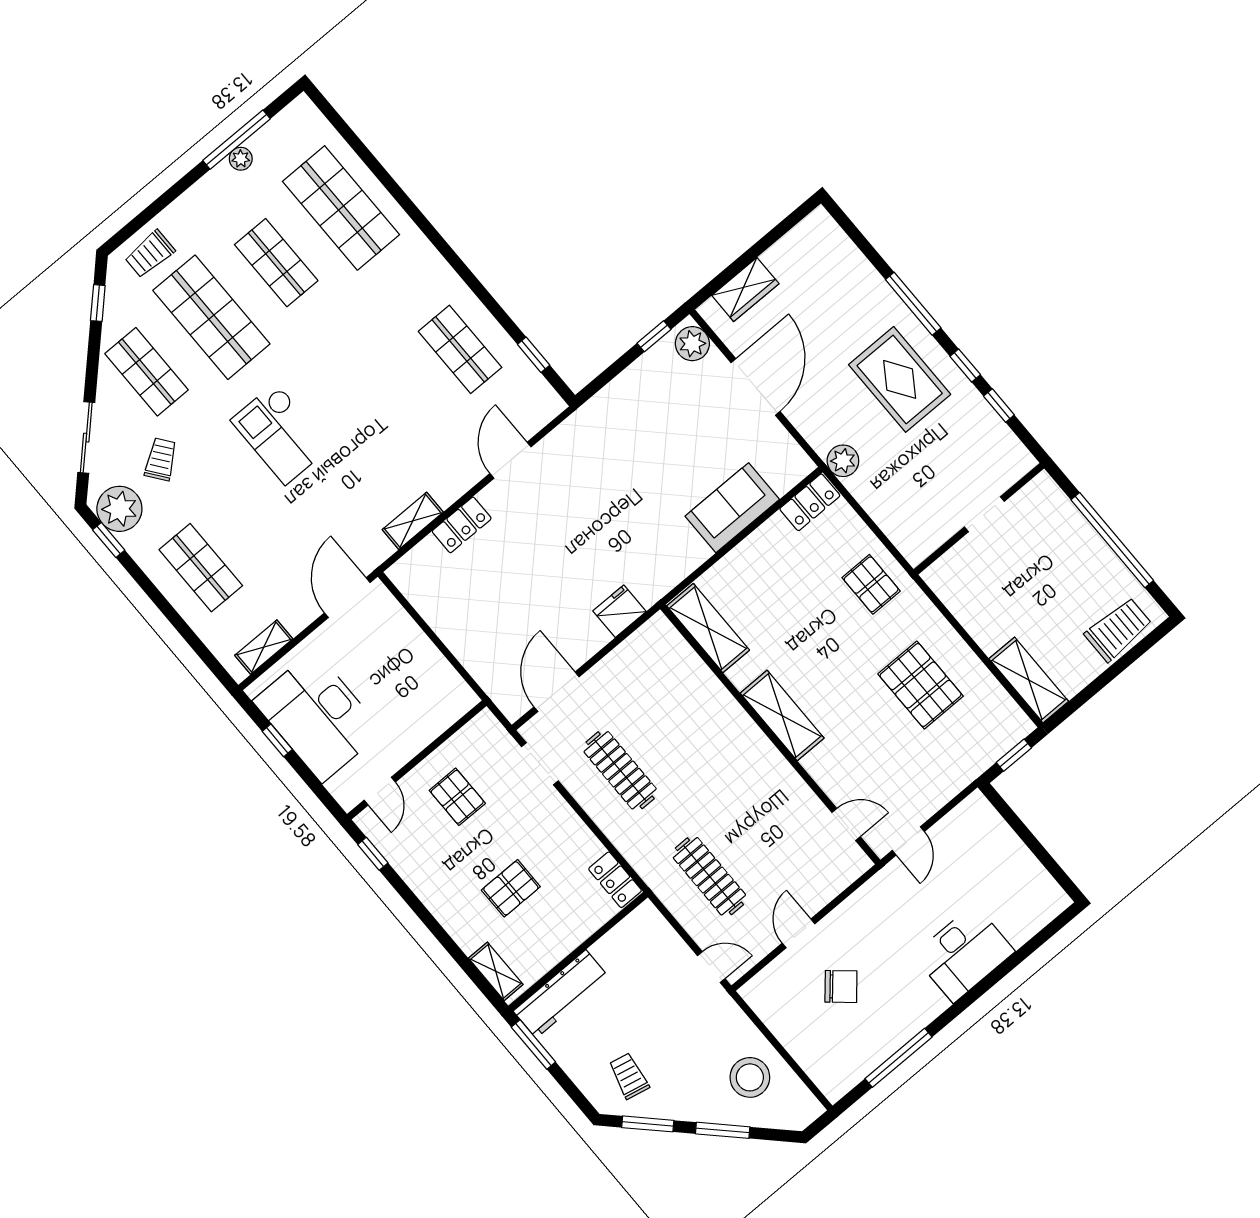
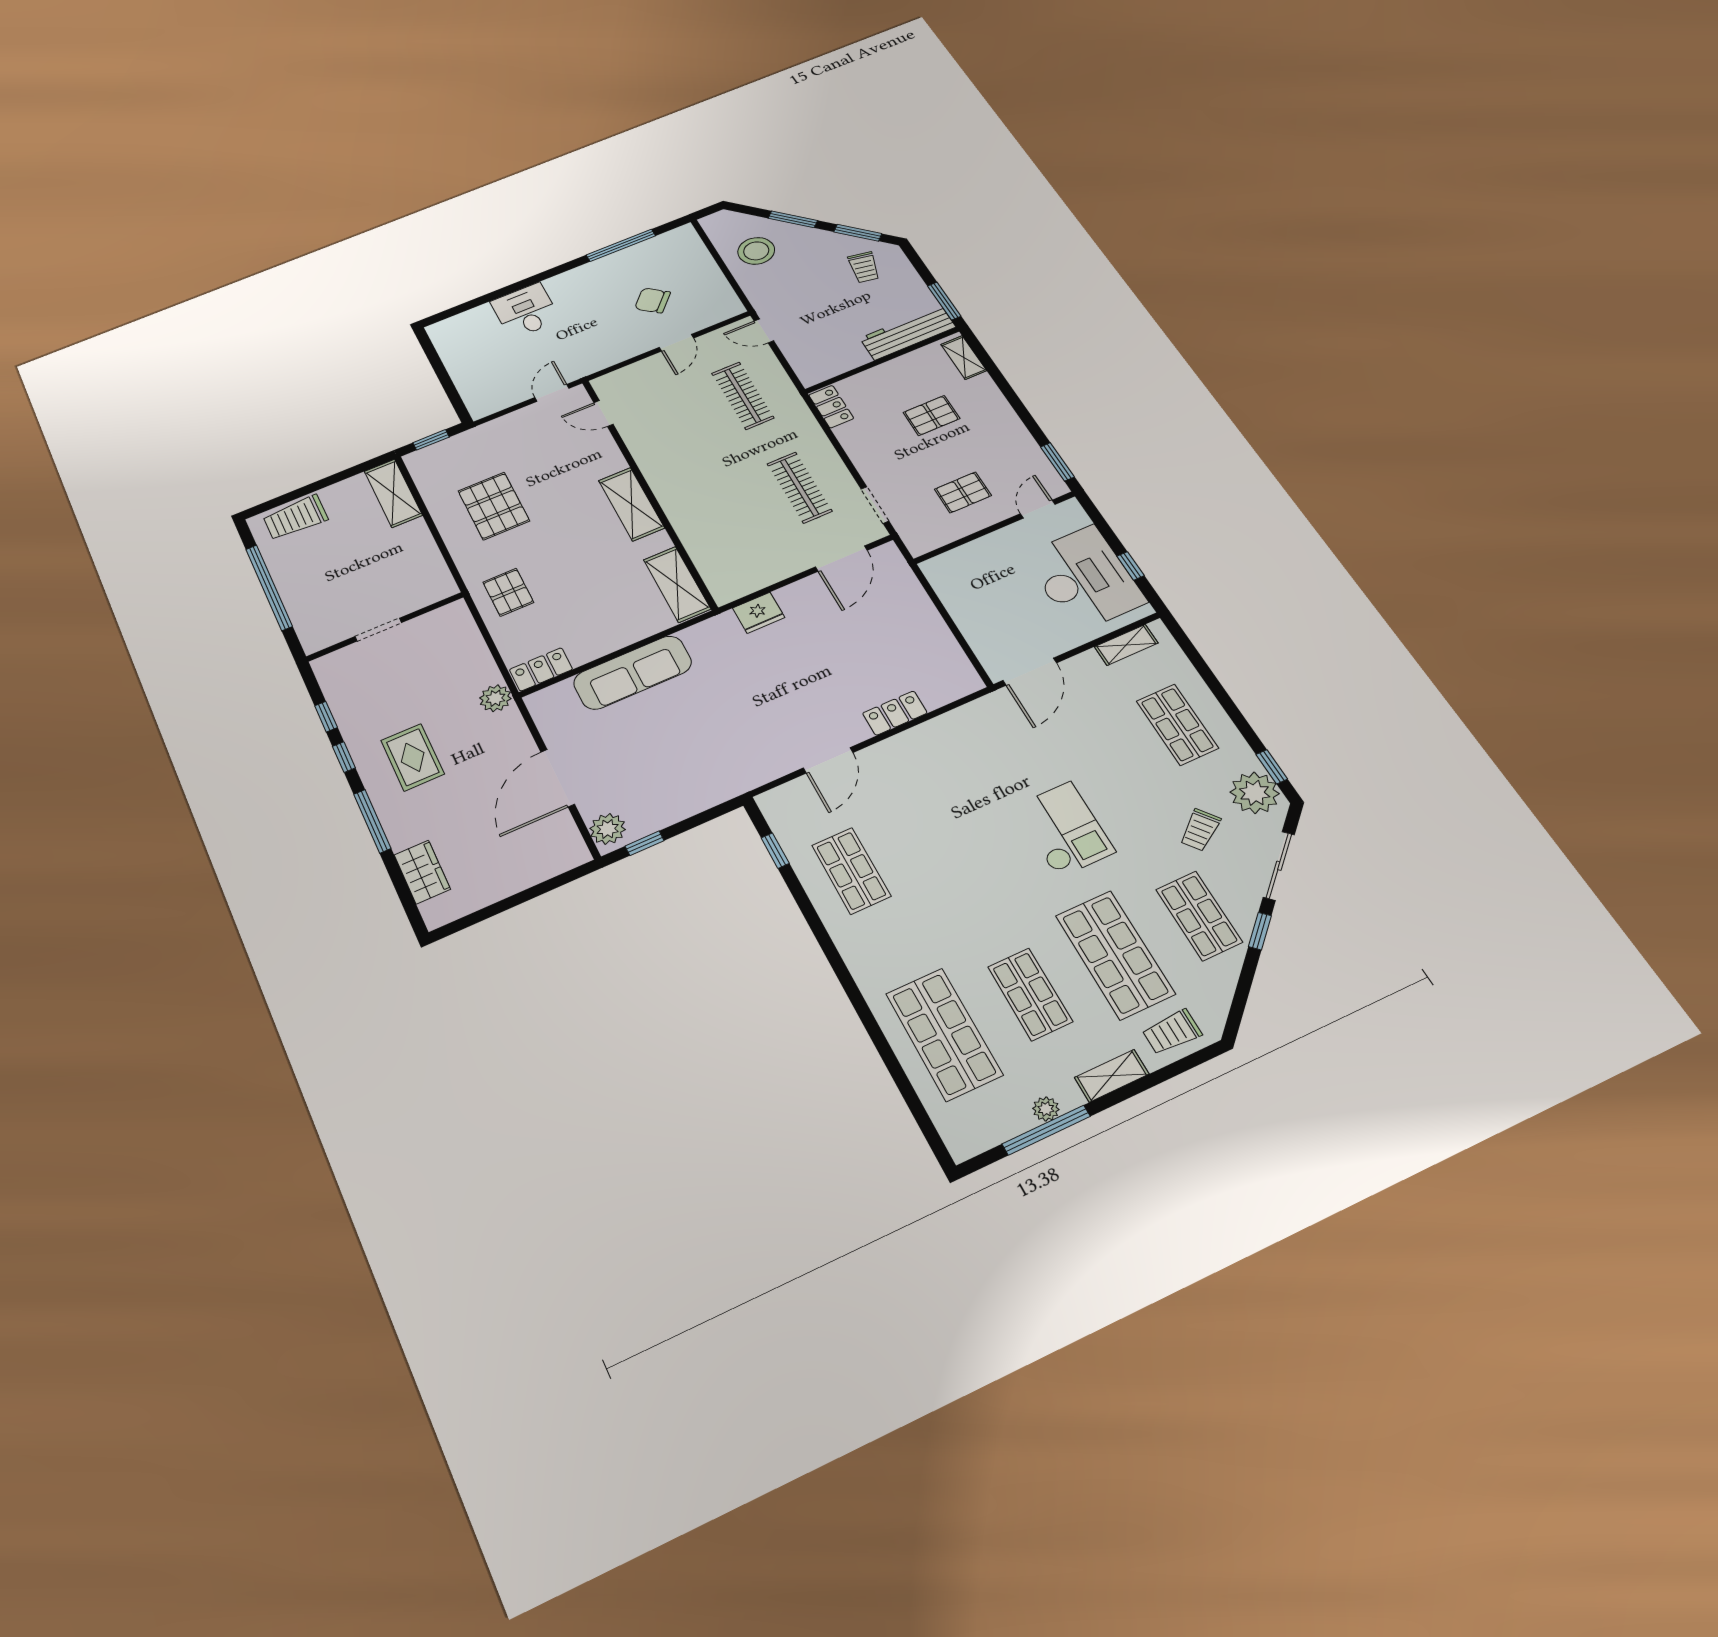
trolley: (150, 254) -> (1172, 1032), turned 180
wardrobe: (745, 289) -> (422, 872), moved, turned 90
window: (98, 303) -> (1260, 931), moved
rug: (900, 379) -> (413, 757), width x0.73, depth x0.70
sofa: (732, 508) -> (633, 673), width x1.36
shelving: (413, 521) -> (1112, 1076), moved
pallet: (457, 797) -> (963, 492), turned 90
window: (373, 854) -> (1057, 462), width x1.50
desk: (964, 953) -> (526, 311), width x0.73

